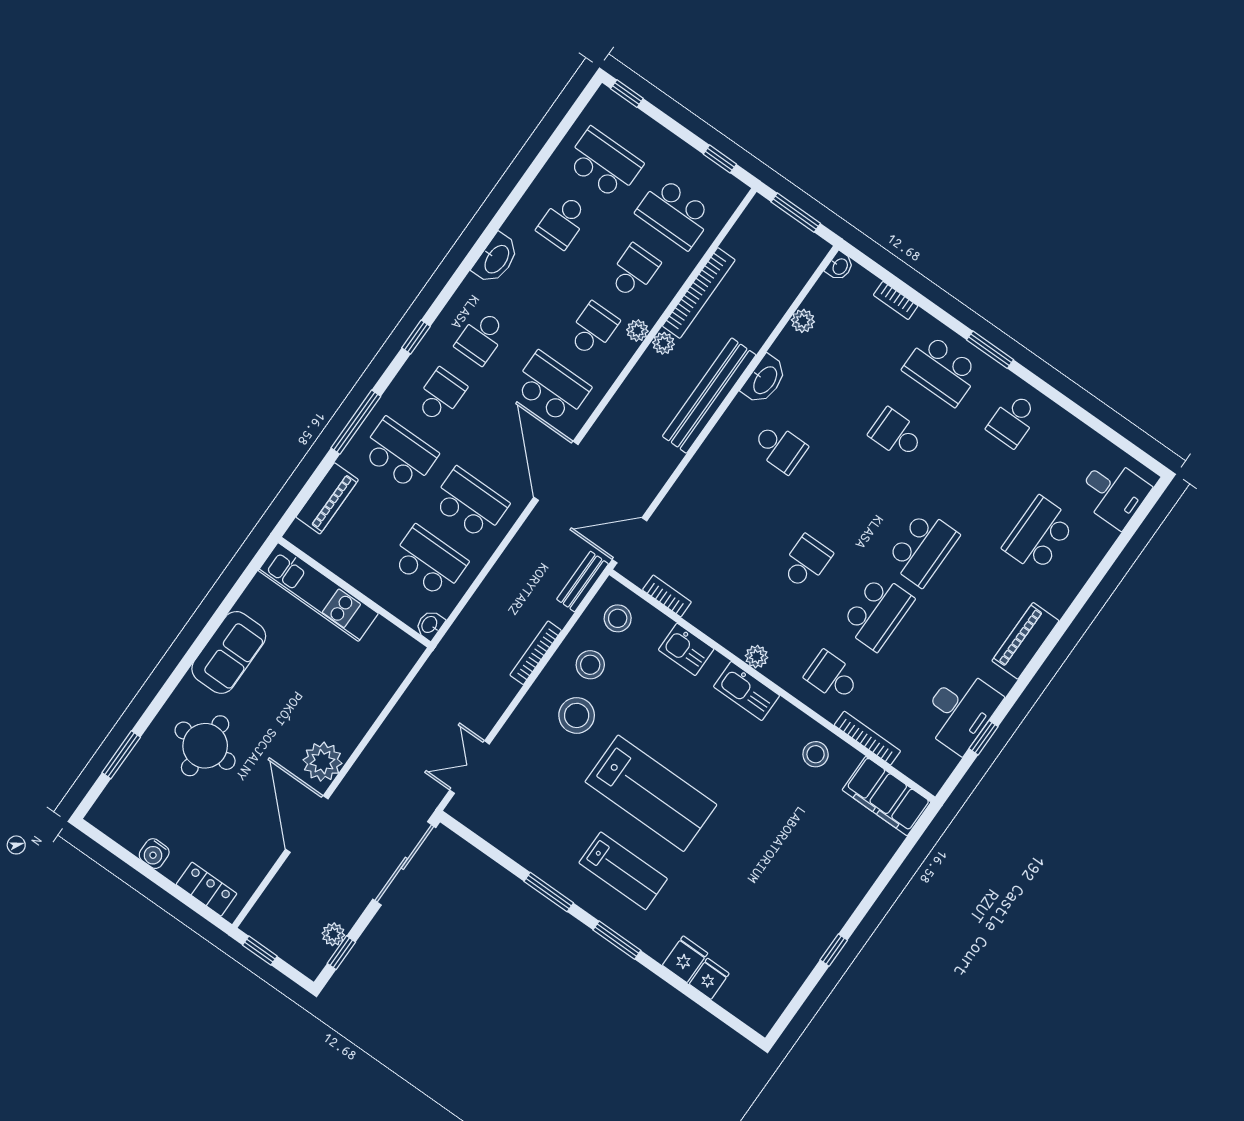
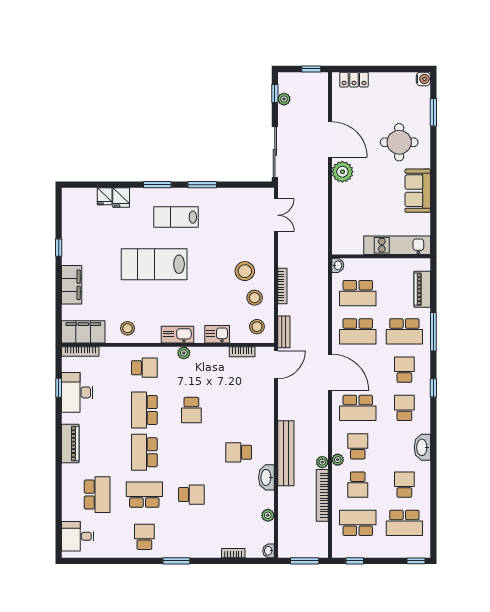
school desk: (593, 329) -> (358, 446), turned 180
school desk: (942, 370) -> (144, 495), moved
school desk: (440, 396) -> (404, 370), turned 180
bookcase: (867, 738) -> (80, 352), moved
lab bench: (651, 793) -> (154, 264), moved
water cooler: (154, 854) -> (423, 79), moved, turned 90
filing cabinet: (854, 880) -> (72, 285), added

